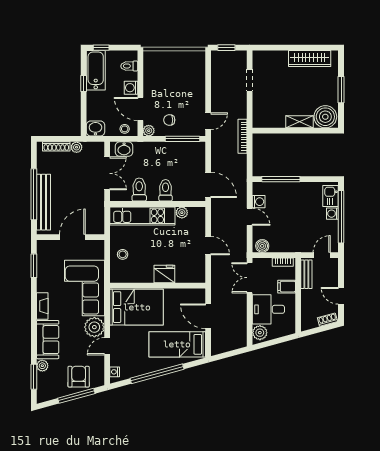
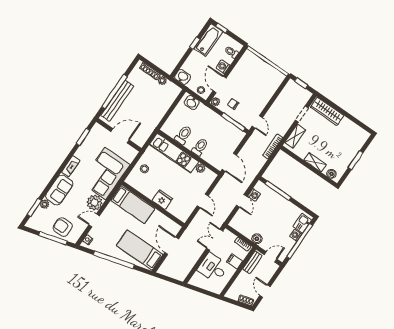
wardrobe: (310, 59) -> (327, 111), moved
shelving: (259, 109) -> (295, 136), added
boiler: (325, 117) -> (331, 174), width x0.54, depth x0.54
door: (208, 121) -> (257, 122), hinge flipped
double door: (107, 173) -> (170, 111), removed
boiler: (262, 246) -> (257, 239), moved
bed: (137, 307) -> (133, 205), width x0.67
plant: (260, 333) -> (197, 279), removed
armchair: (79, 377) -> (63, 227), turned -90

